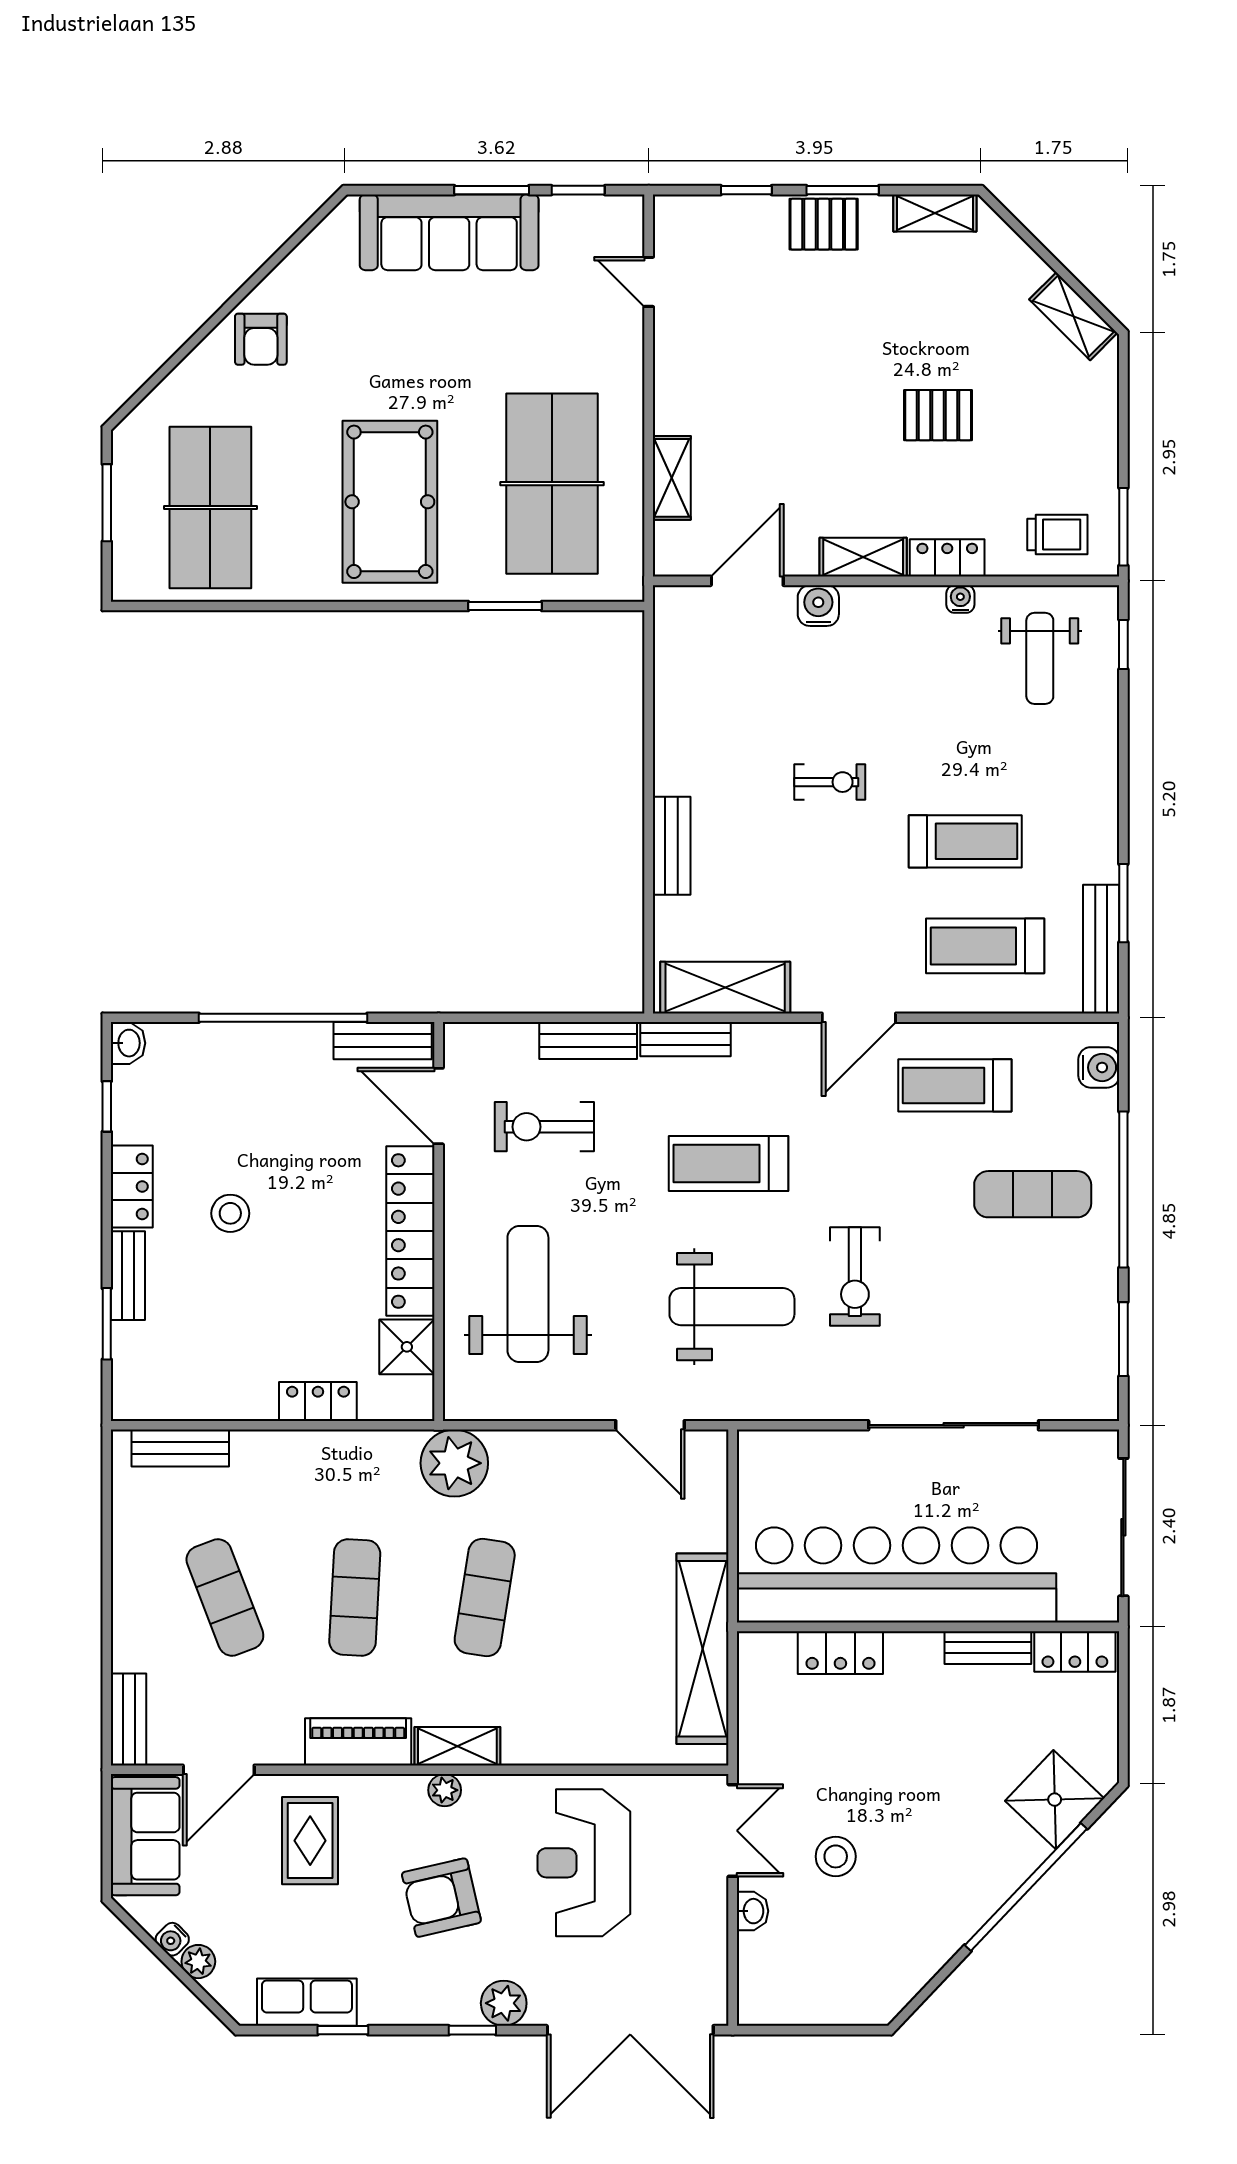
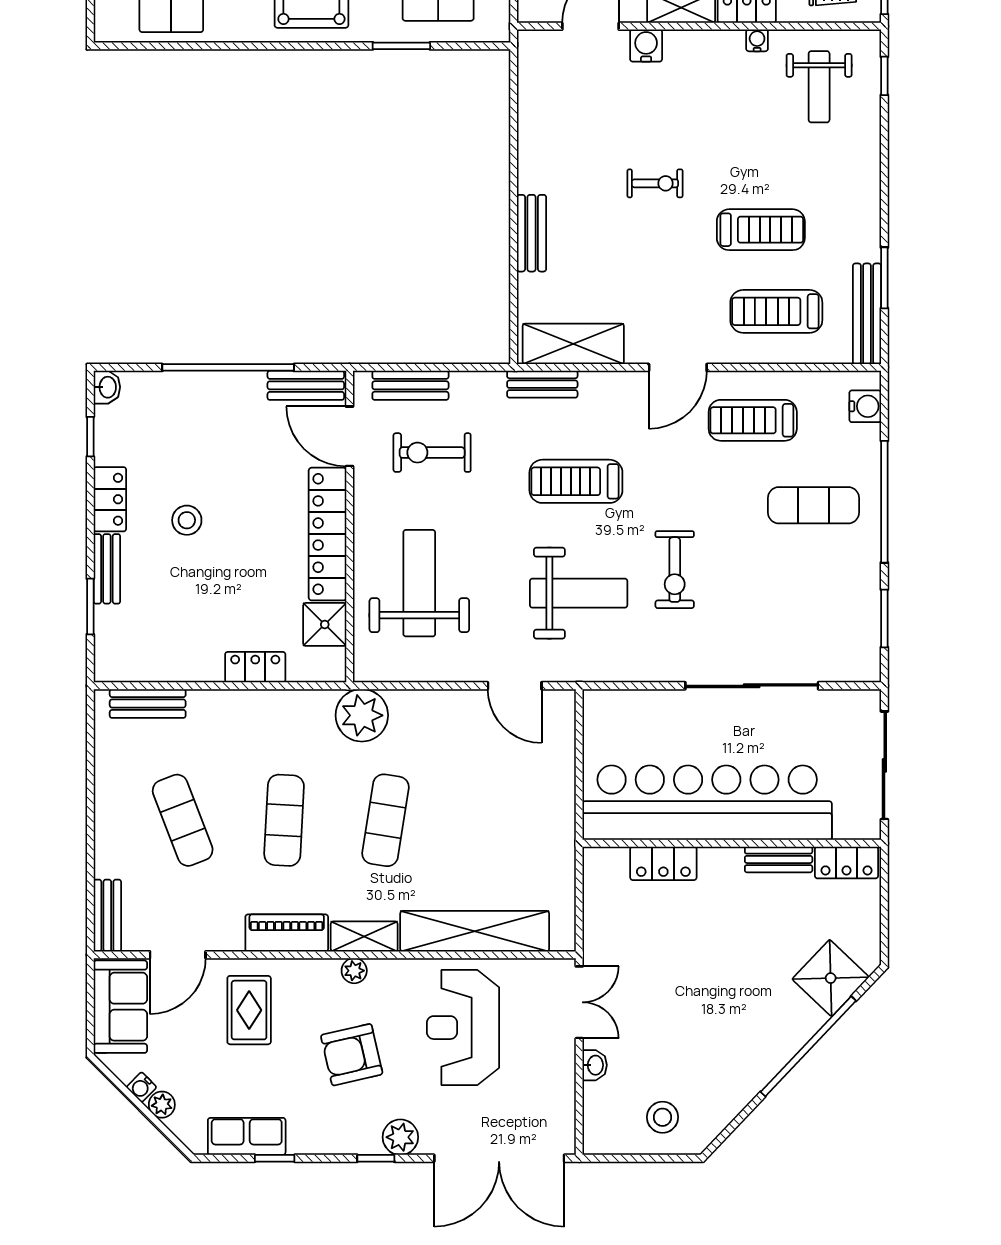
bench: (588, 1041) -> (410, 385), moved
shelving: (703, 1649) -> (475, 931), moved, turned 90
stool: (836, 1856) -> (663, 1117), moved

